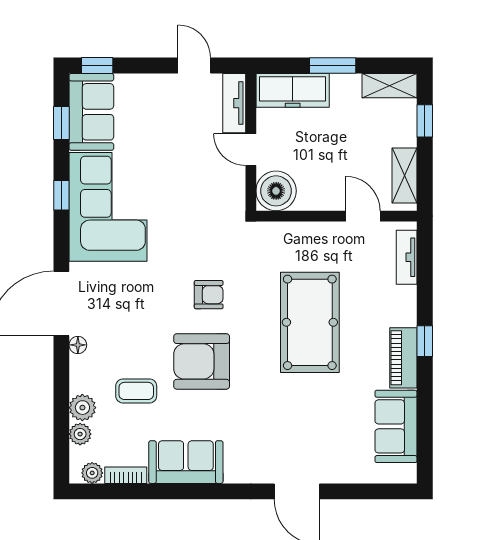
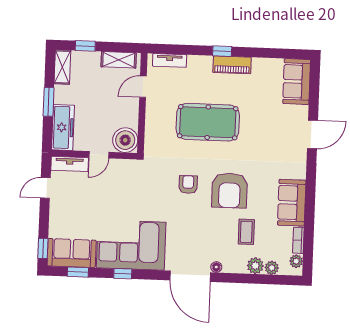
sofa: (396, 426) -> (297, 82), moved, turned 90

